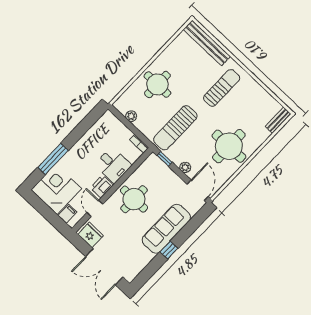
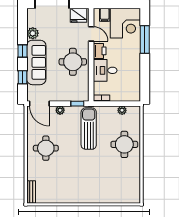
bench: (207, 43) -> (118, 198), removed
sun lounger: (222, 88) -> (84, 179), removed
round table: (229, 146) -> (46, 148), width x0.73, depth x0.73
window: (191, 227) -> (22, 77), added
plant: (145, 257) -> (33, 33), added

